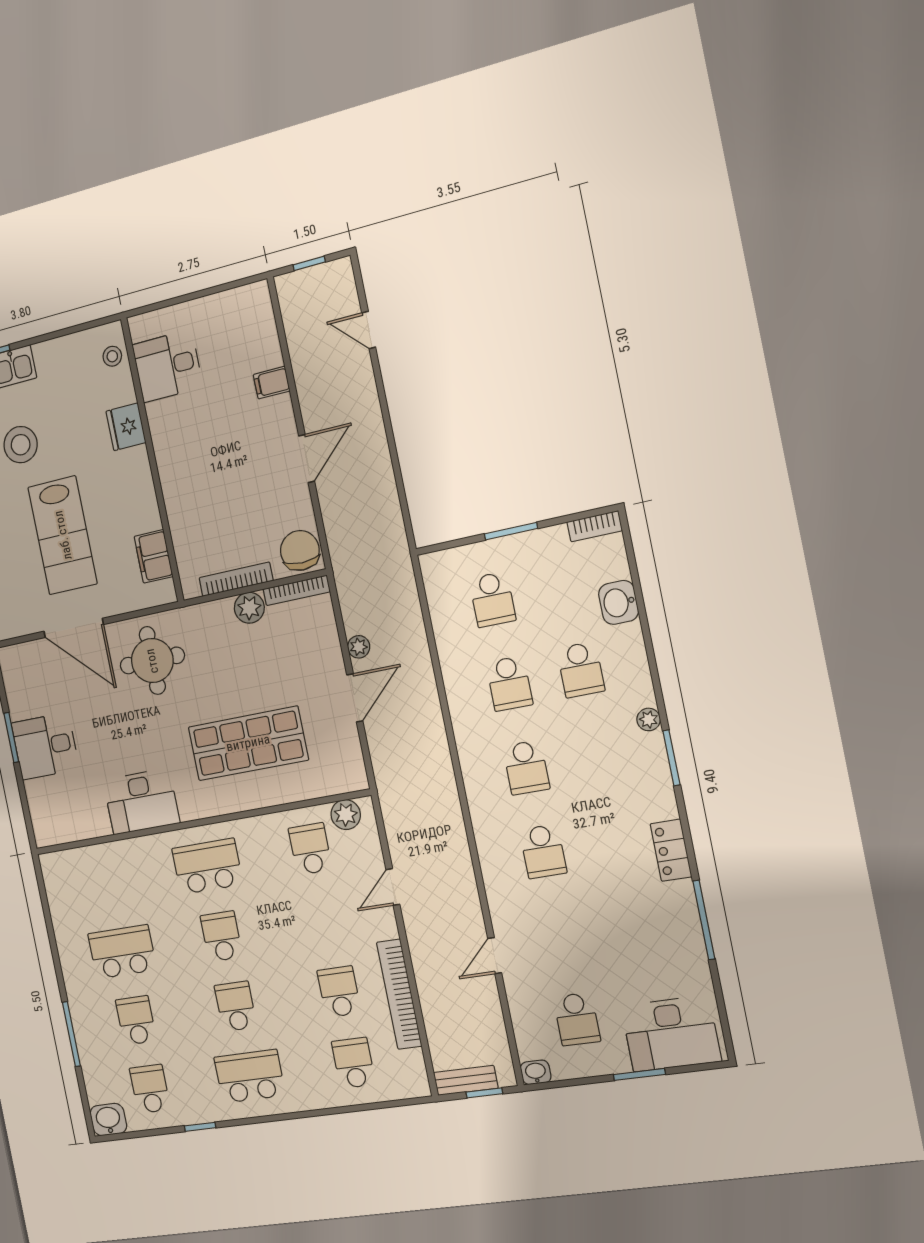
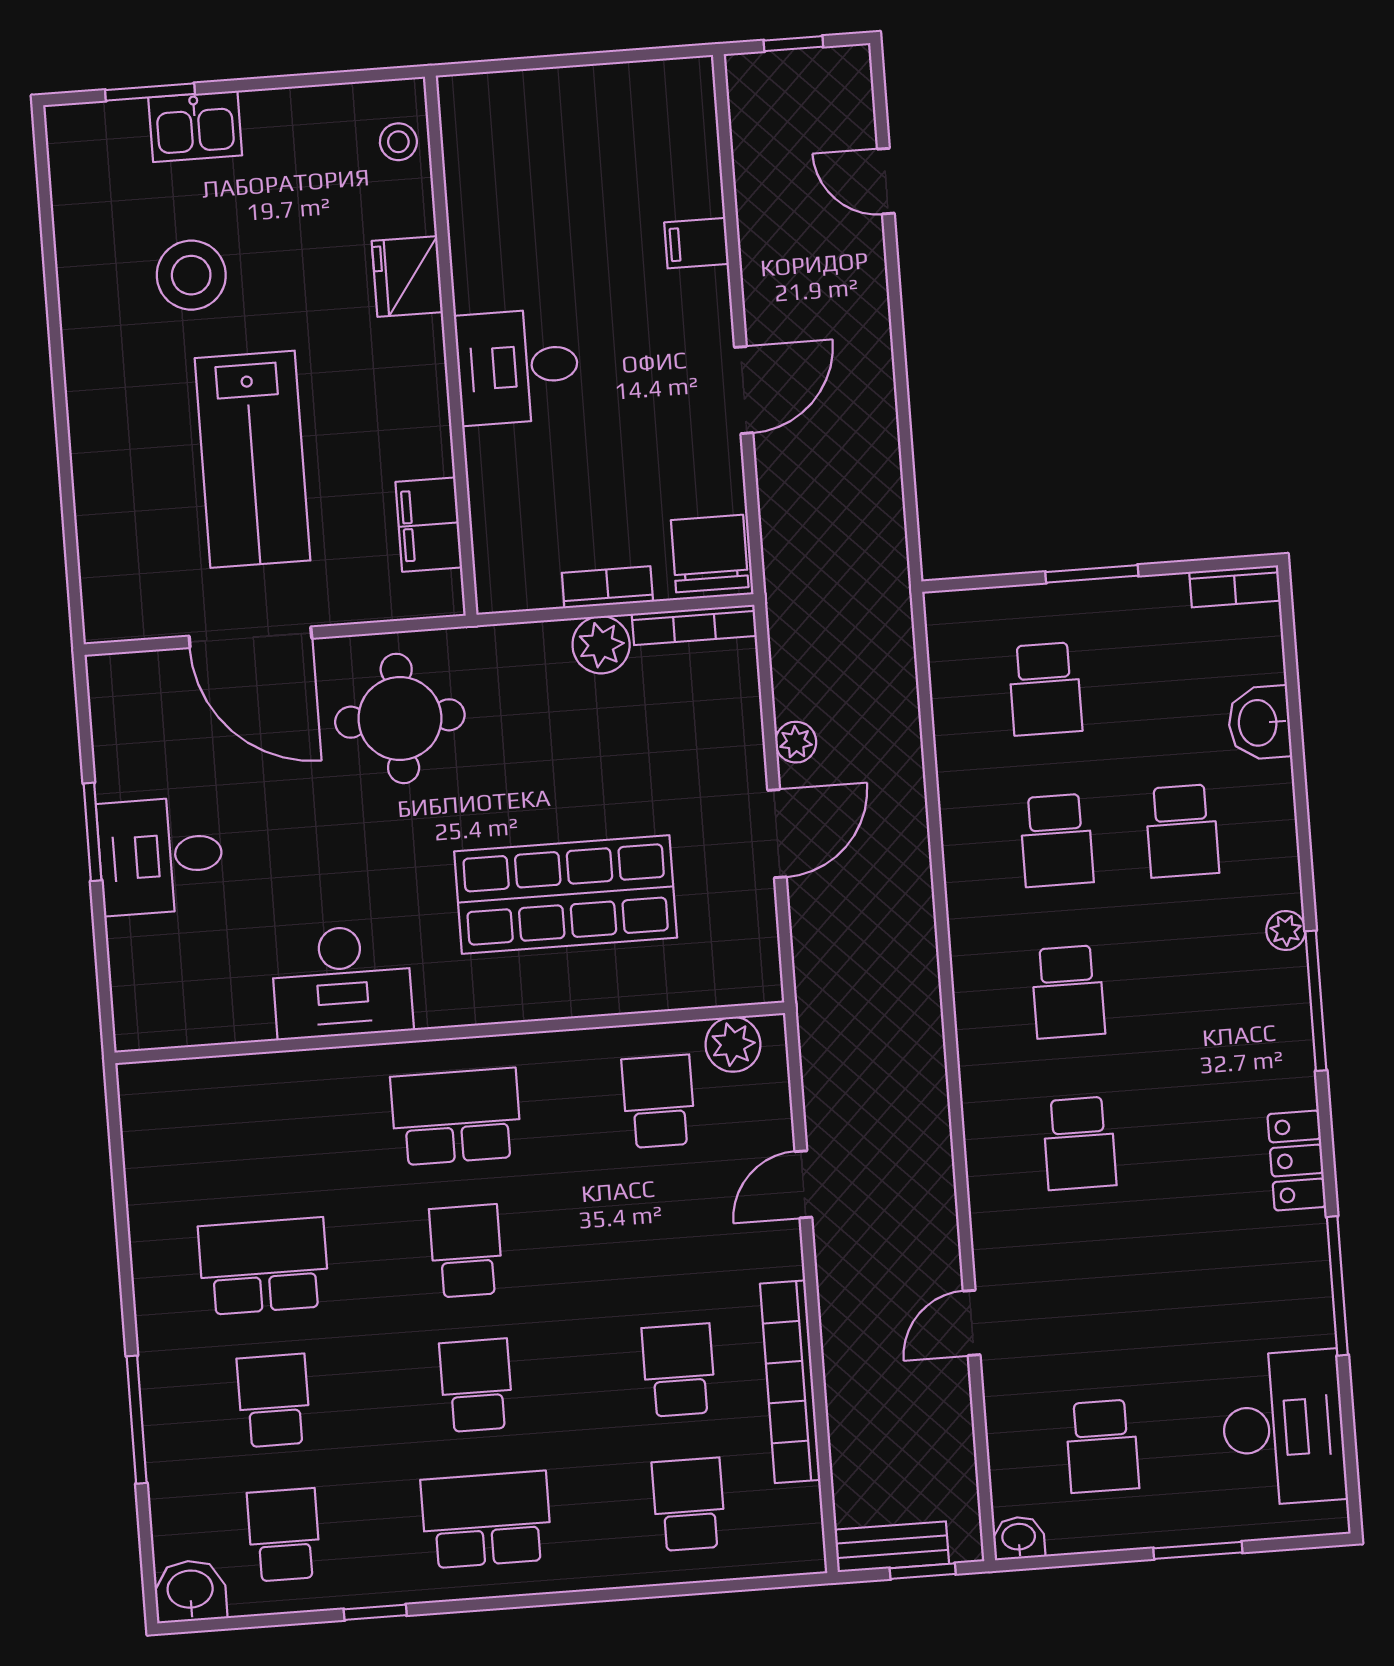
desk: (167, 366) -> (517, 367), moved
bookcase: (236, 579) -> (607, 587), width x0.64
window: (671, 758) -> (1316, 1001), width x1.44
desk: (671, 1034) -> (1283, 1428), moved, turned -90

